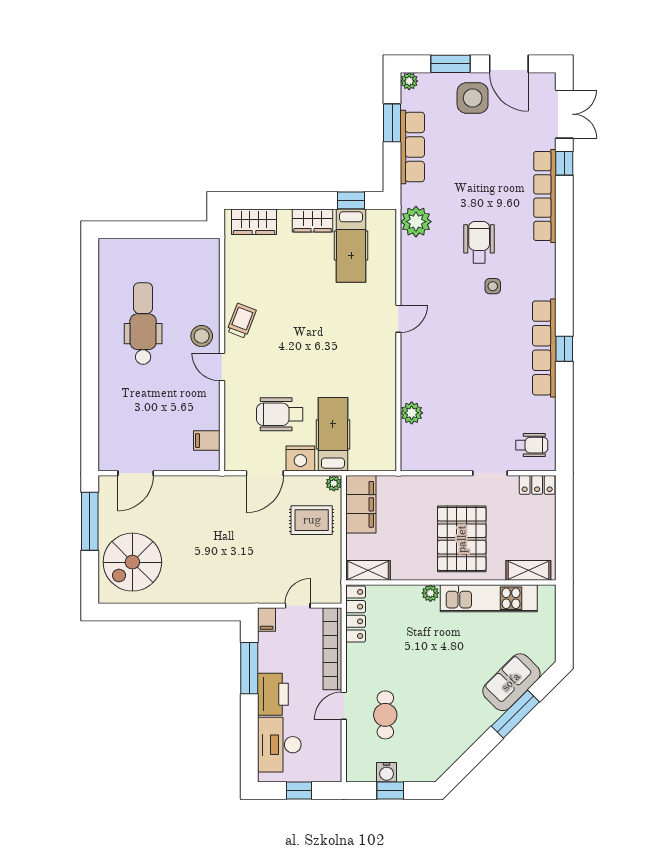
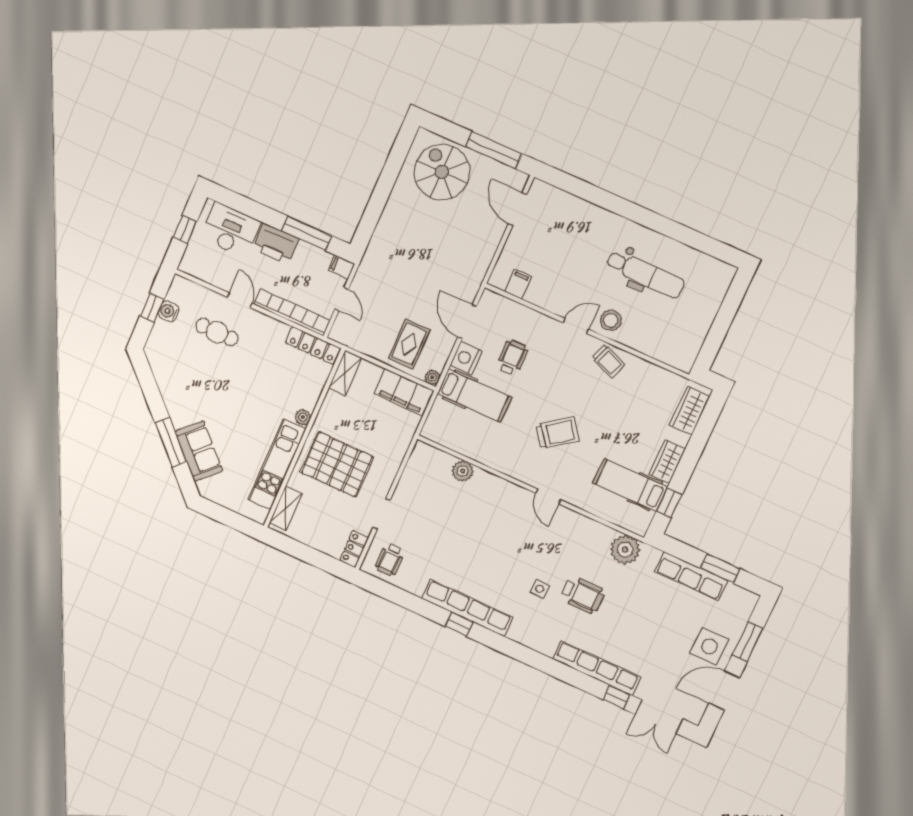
plant: (409, 81) -> (750, 600), removed
trolley: (333, 338) -> (558, 433), added
wheelchair: (280, 414) -> (512, 358), width x0.73, depth x0.73

